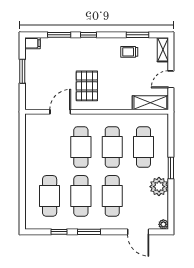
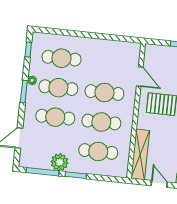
shelving: (150, 103) -> (140, 154), width x1.47
window: (171, 203) -> (43, 172), added
plant: (163, 224) -> (32, 80), moved
window: (59, 232) -> (28, 49), moved

